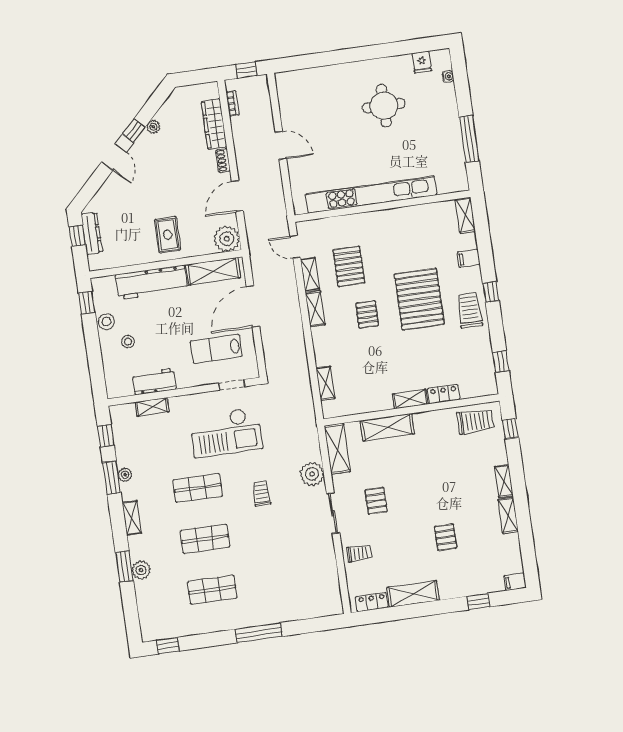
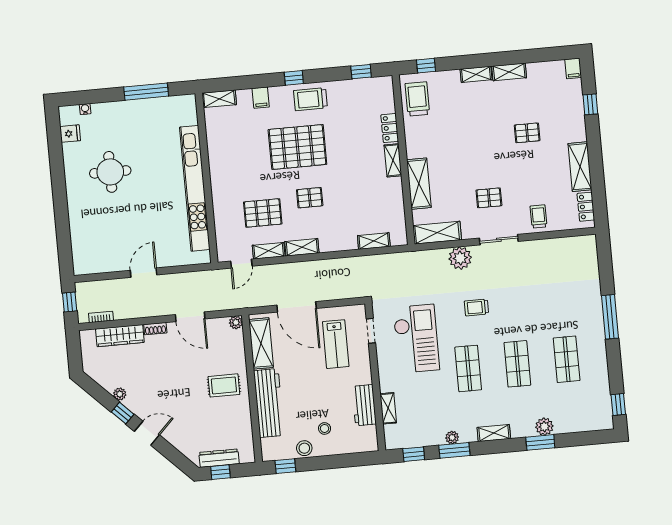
plant: (227, 239) -> (236, 322), width x0.53, depth x0.53

